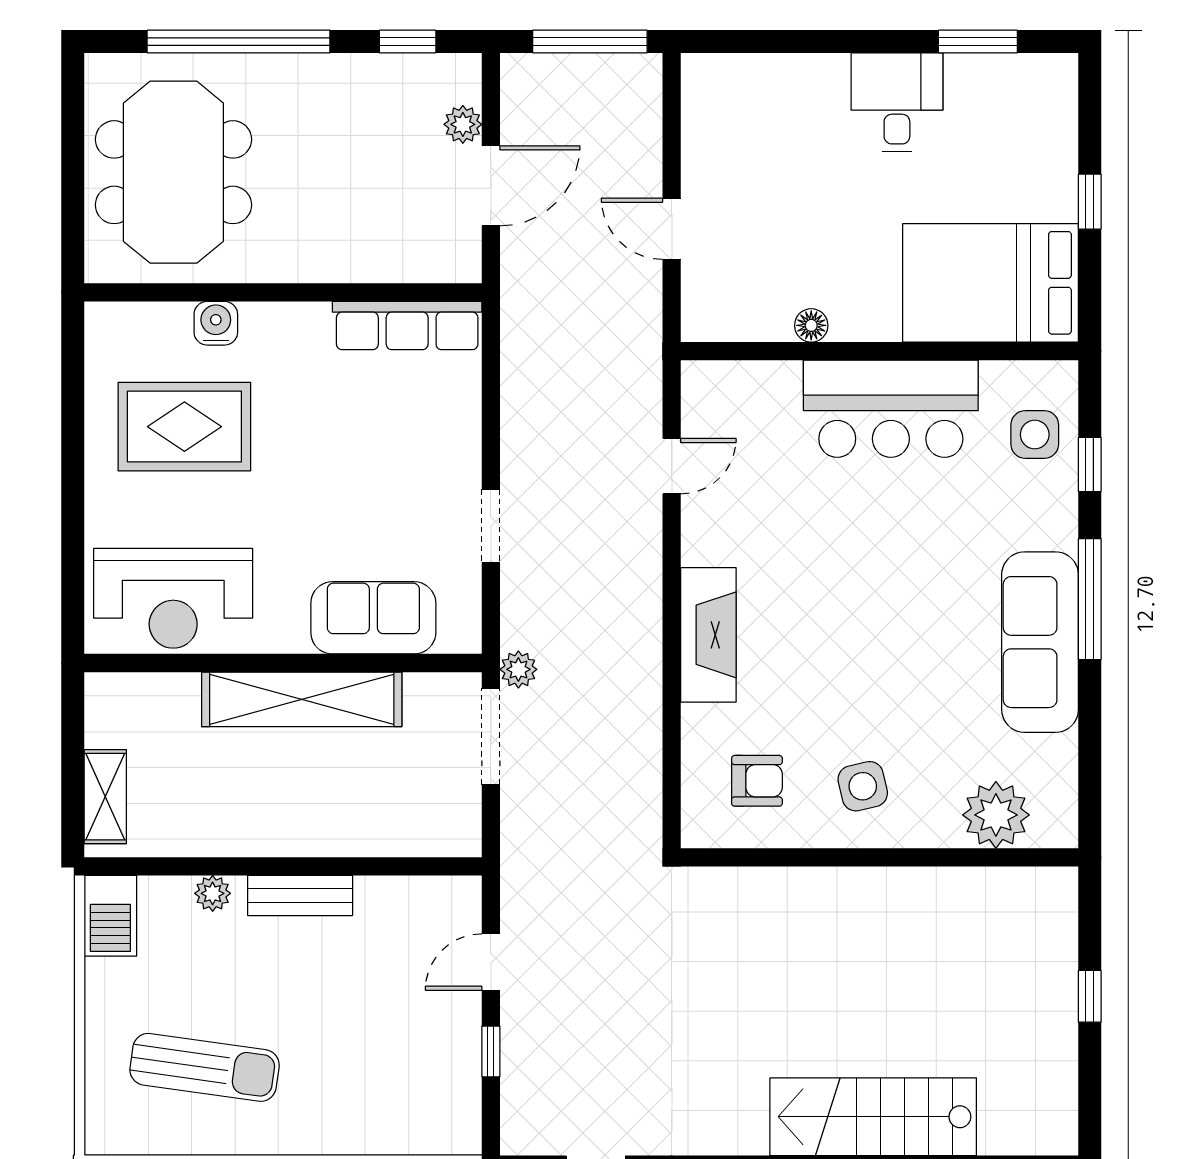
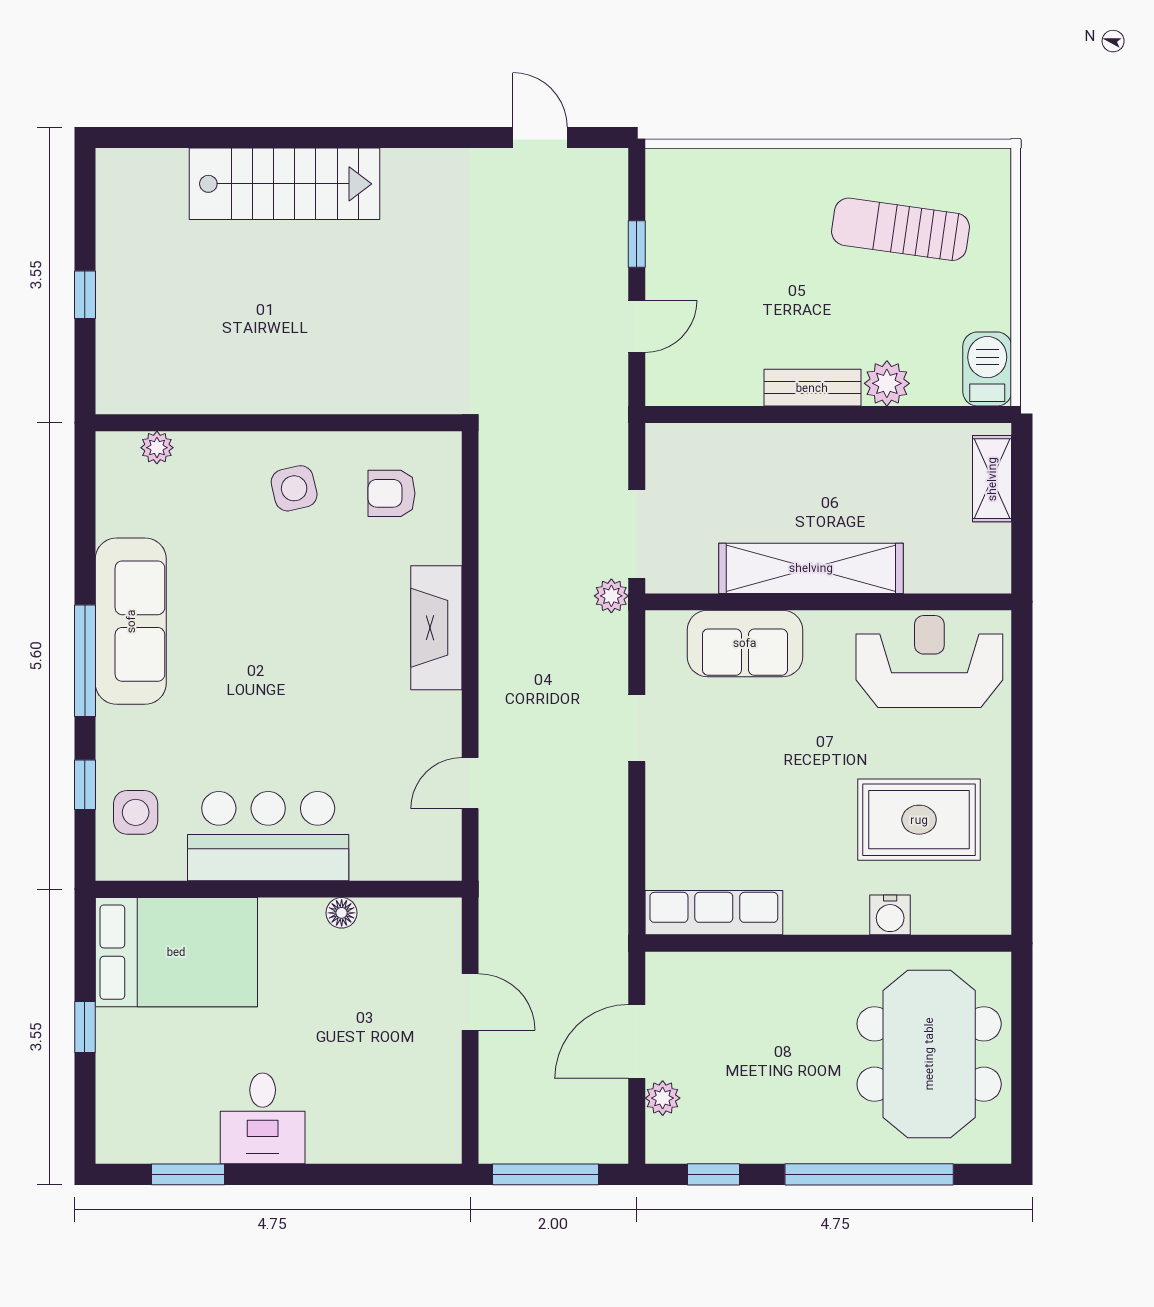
plant: (996, 815) -> (157, 448), width x0.53, depth x0.53
plant: (213, 893) -> (887, 383), width x1.38, depth x1.38

